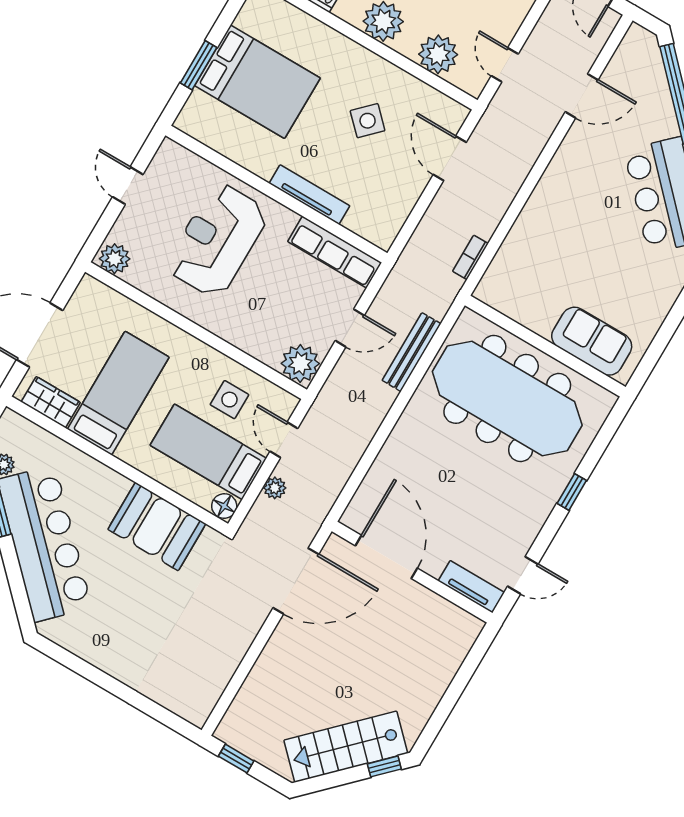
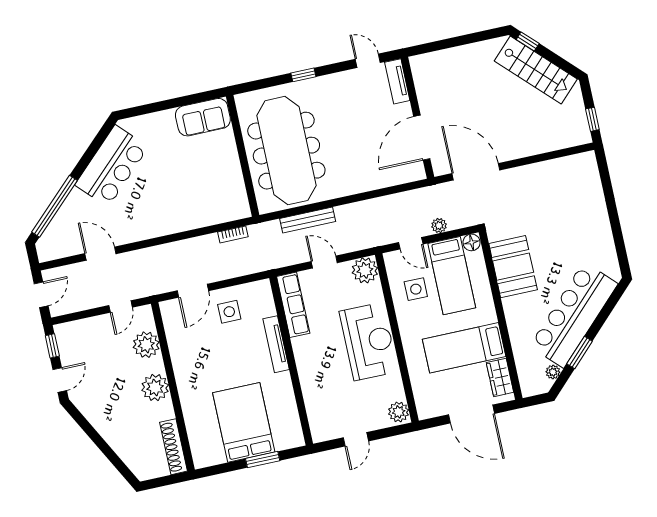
side table: (368, 121) -> (229, 312), moved, turned 45
reception desk: (217, 240) -> (369, 341), moved, turned -90
sofa: (592, 341) -> (203, 117), moved, turned -90
door: (284, 440) -> (411, 243), hinge flipped

